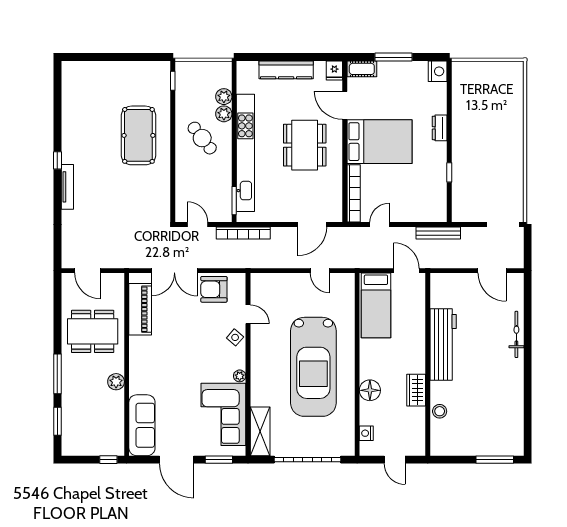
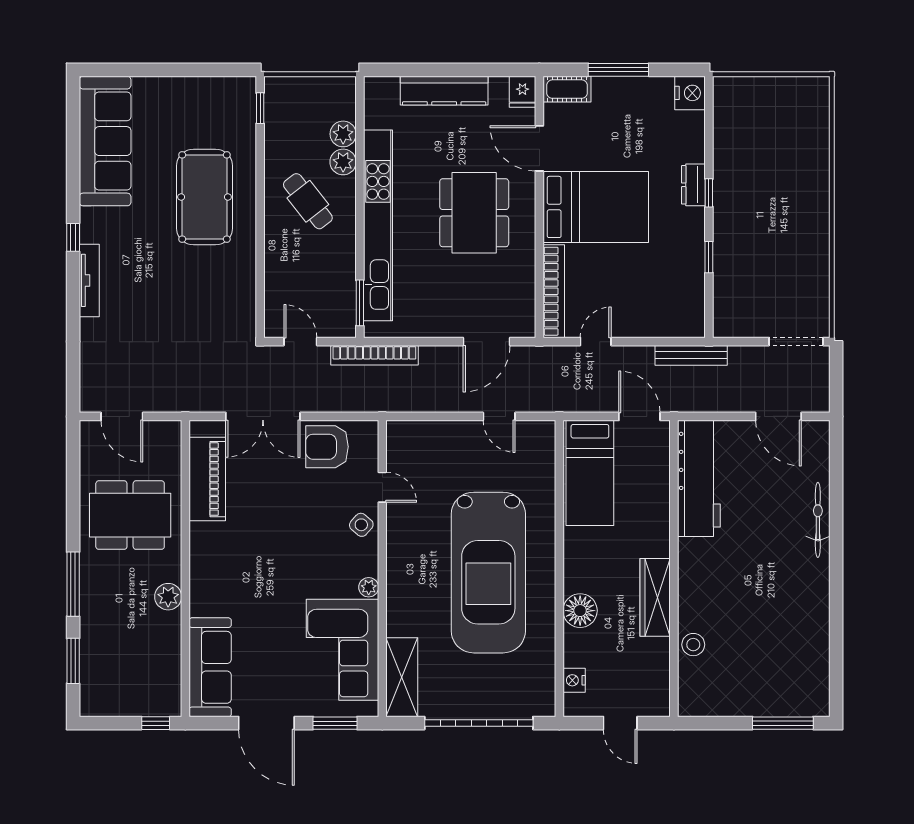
sofa: (77, 101) -> (105, 141), added
window: (449, 133) -> (709, 193), added
workbench: (443, 344) -> (699, 478), moved
wardrobe: (416, 390) -> (655, 597), width x1.50

